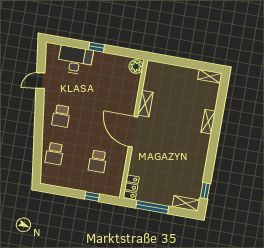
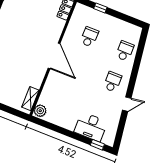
window: (96, 47) -> (97, 145), moved
door: (40, 81) -> (127, 104), moved
shelving: (145, 104) -> (30, 99), moved

